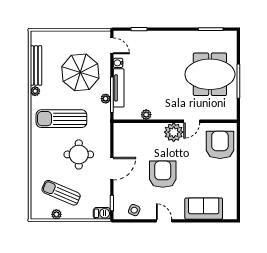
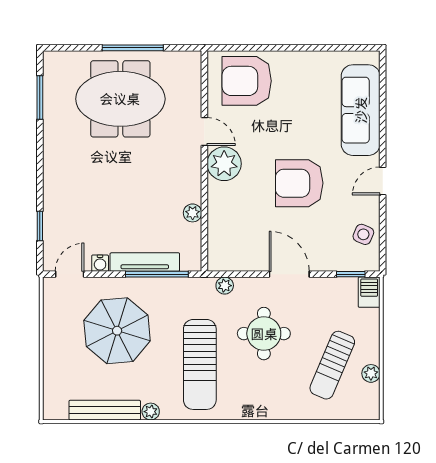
meeting table: (210, 74) -> (120, 99), turned 90
plant: (106, 99) -> (225, 286), moved
sofa: (204, 209) -> (361, 110), width x1.36

